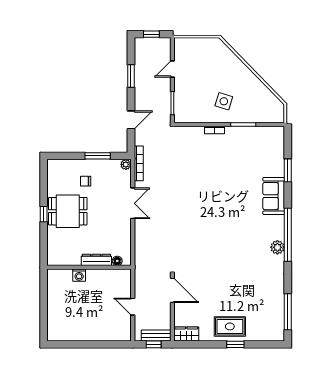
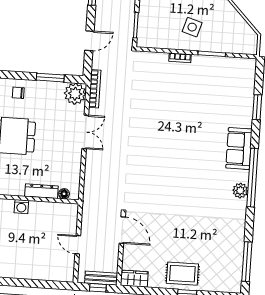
plant: (126, 164) -> (75, 94), width x1.87, depth x1.87
chair: (86, 181) -> (18, 93), moved
sofa: (274, 196) -> (239, 149), moved

